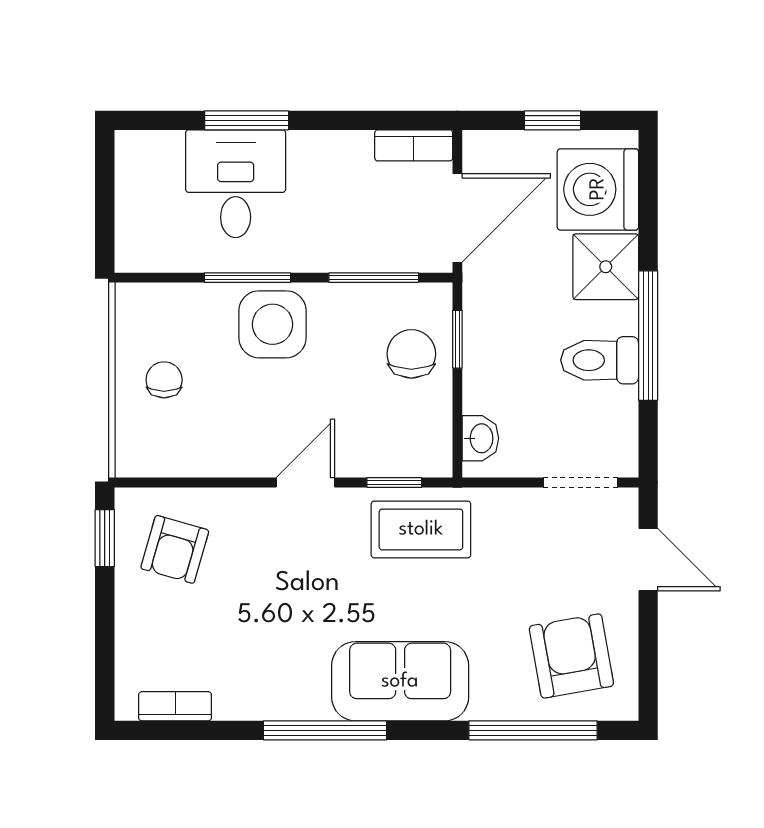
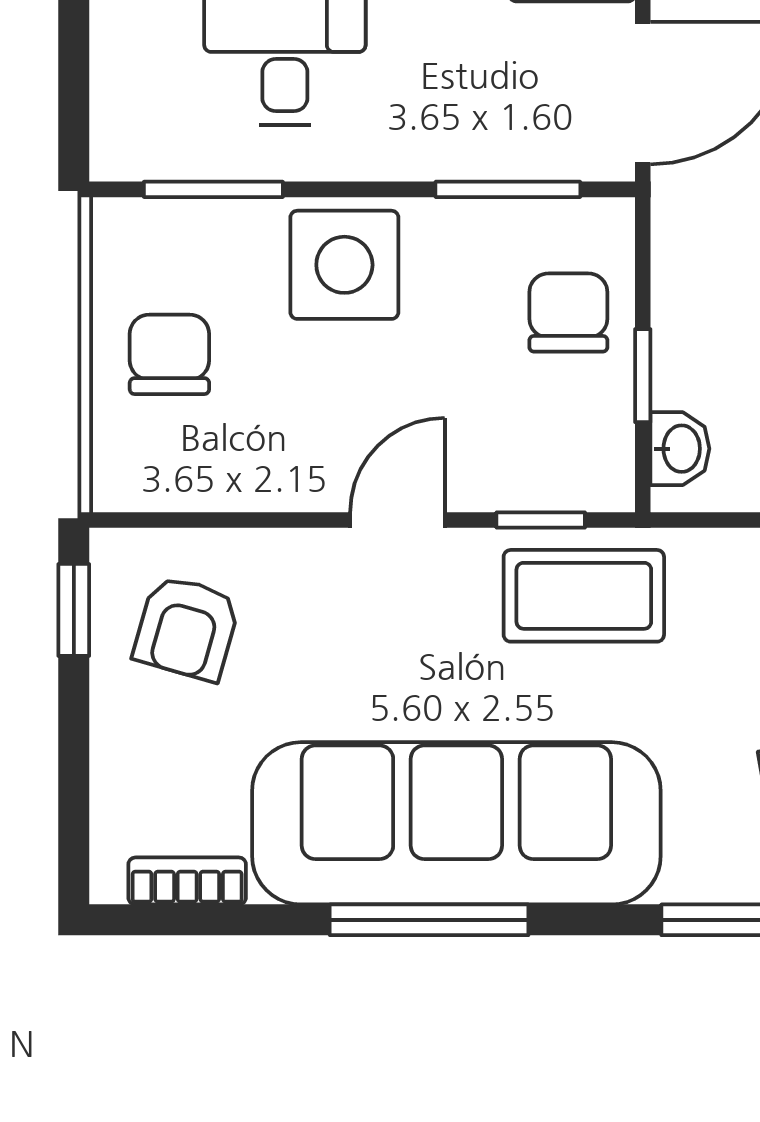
window: (247, 278) -> (213, 189), moved
window: (457, 339) -> (643, 376), moved
chair: (164, 380) -> (169, 354), width x1.37, depth x1.37
sofa: (400, 681) -> (456, 823), width x1.85, depth x1.27

